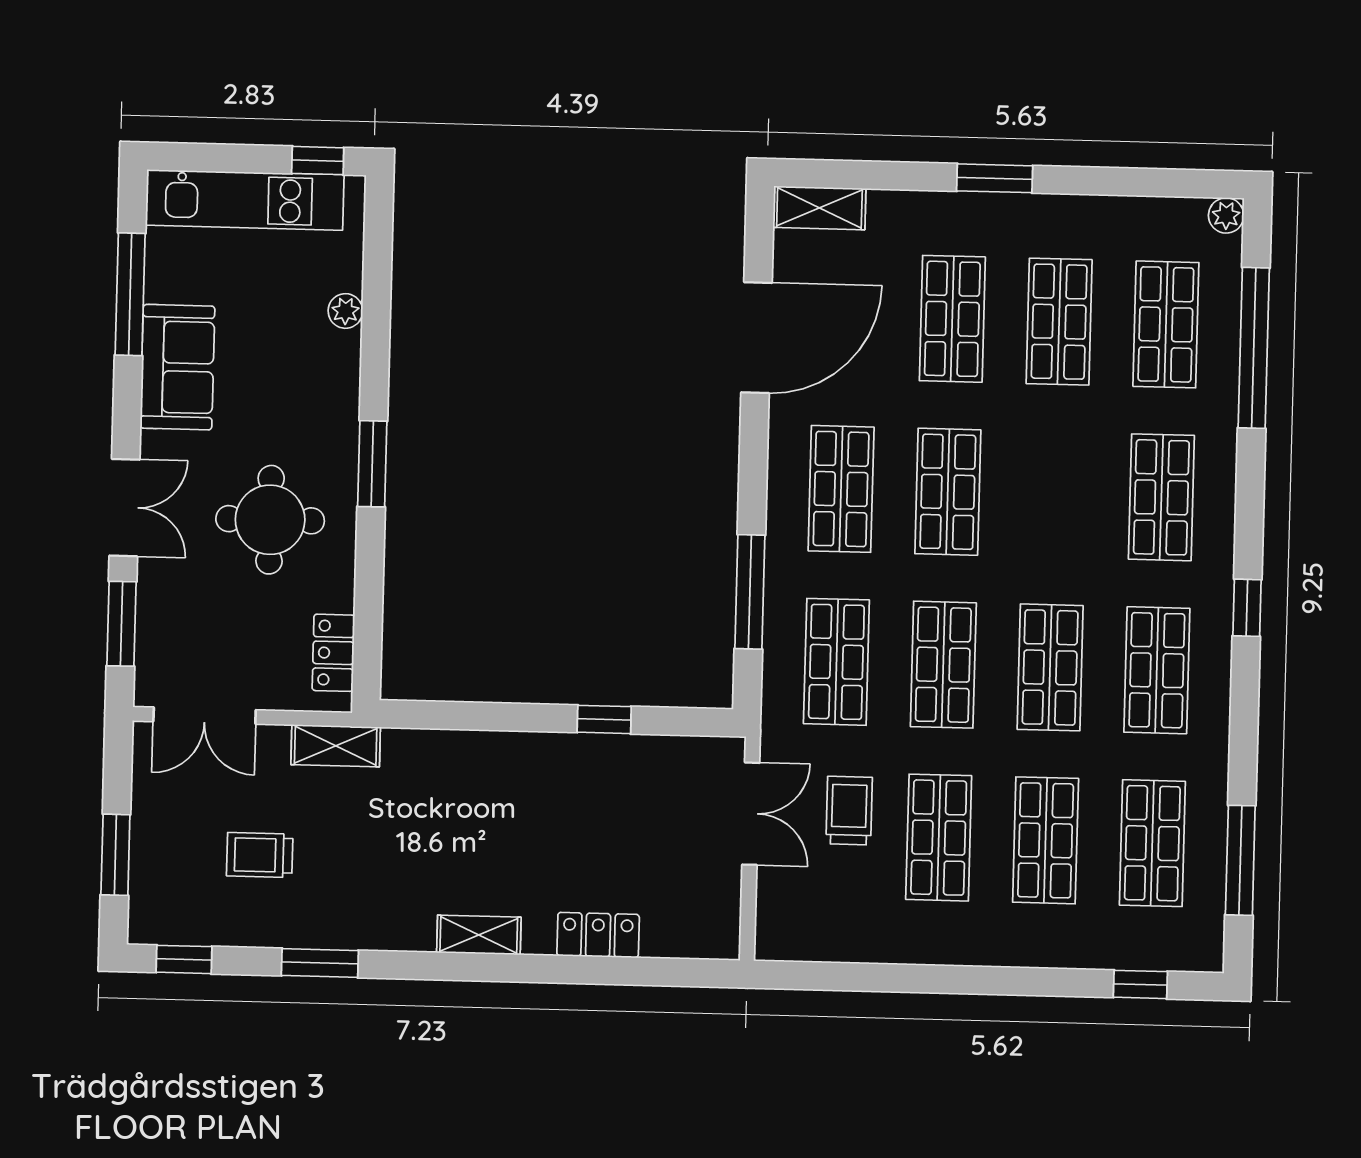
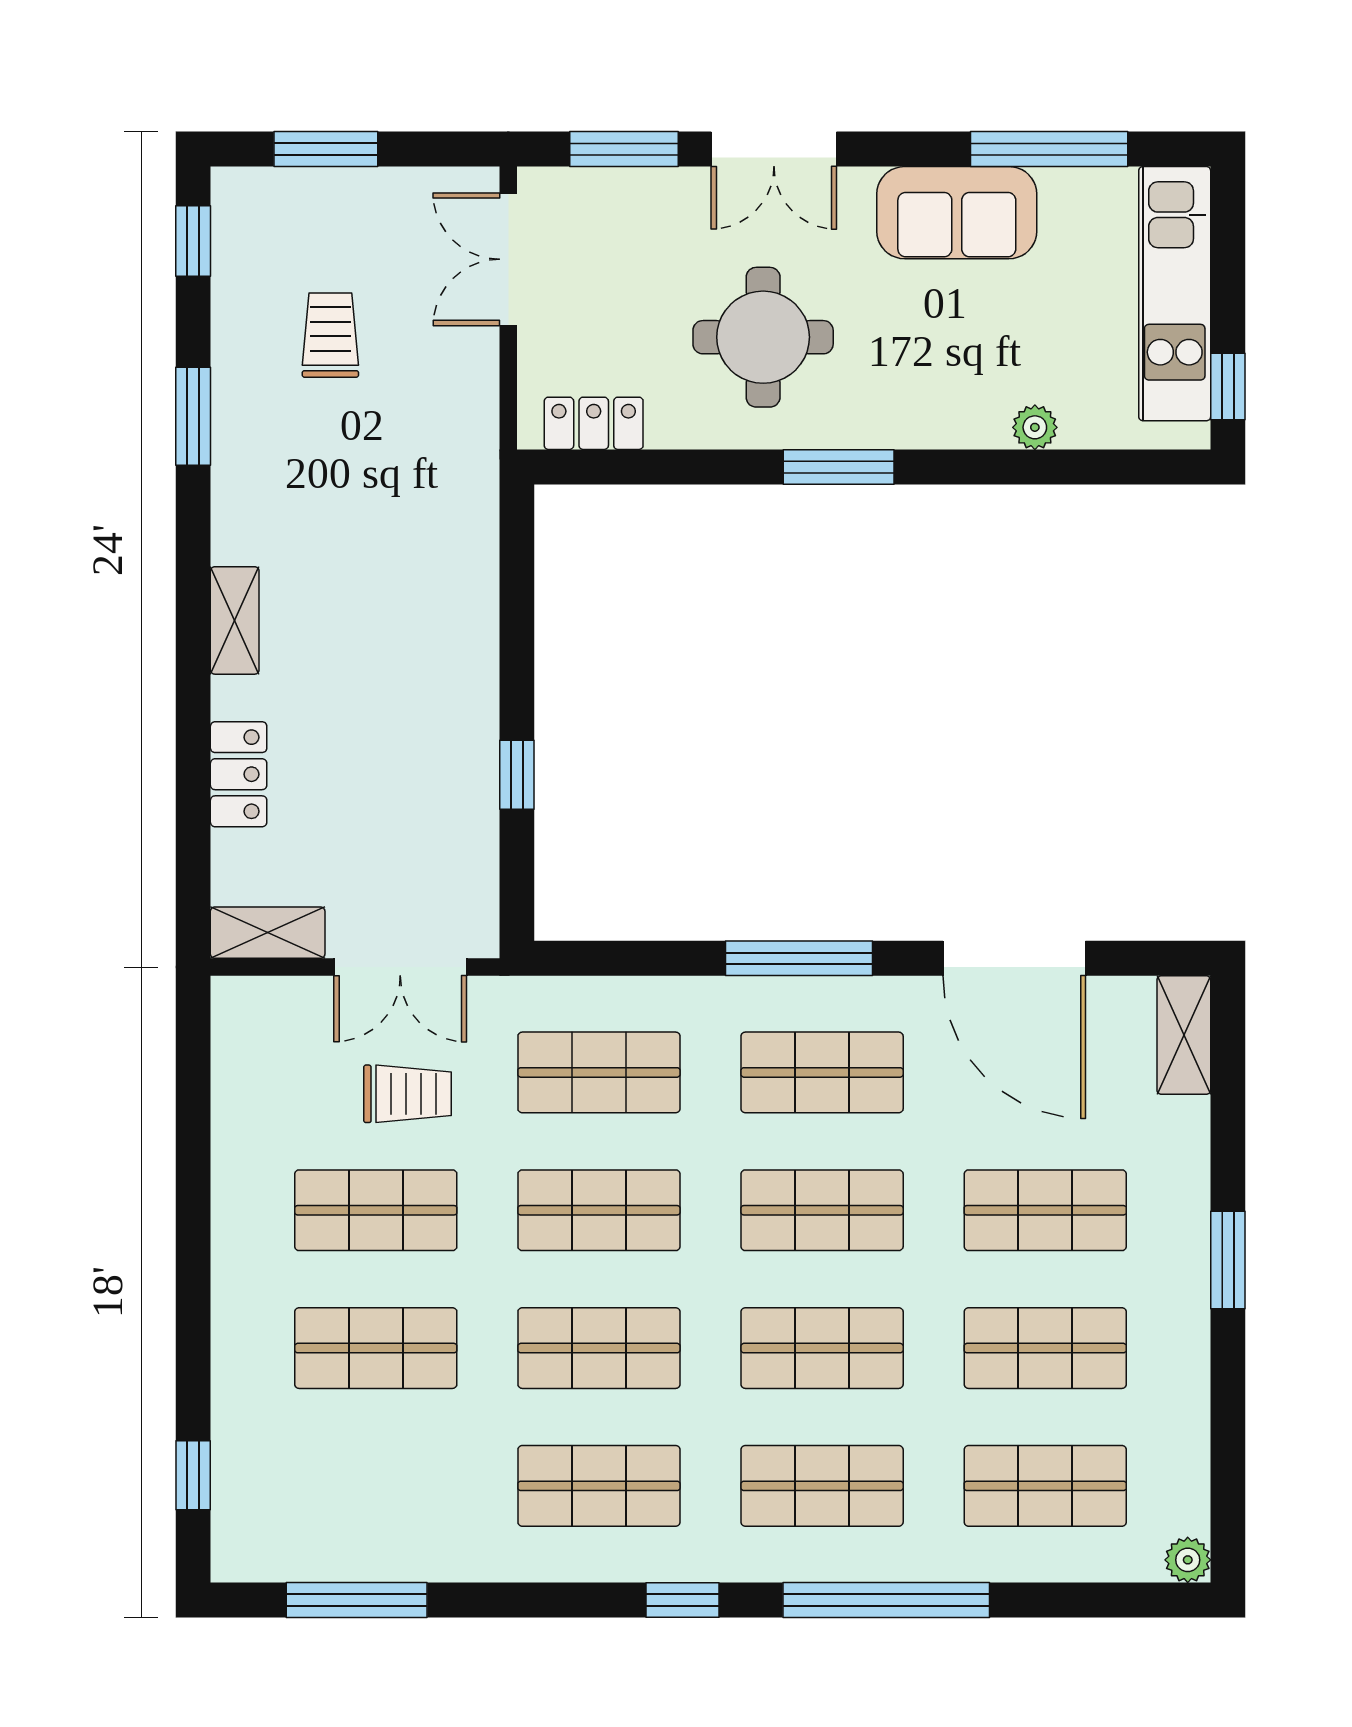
window: (1254, 348) -> (886, 1600), moved
window: (750, 592) -> (799, 958), moved
shelving: (336, 746) -> (268, 933), moved, turned 90
shop shelf: (1152, 843) -> (822, 1348), moved

